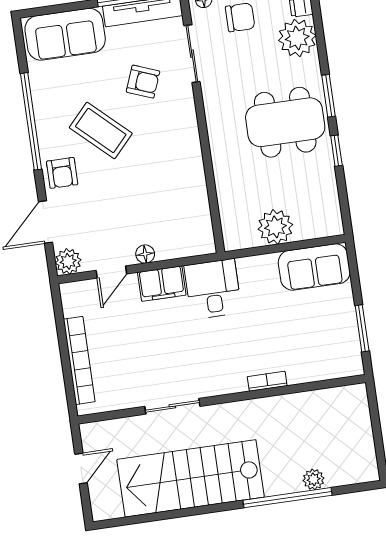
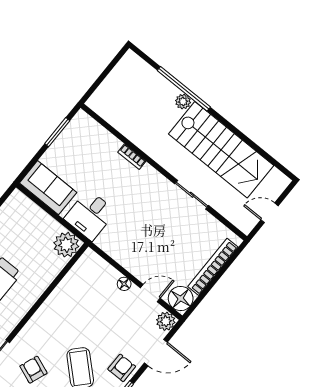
plant: (275, 227) -> (66, 245), moved
filing cabinet: (162, 284) -> (132, 261), removed
desk: (213, 289) -> (90, 215), moved
floor lamp: (77, 298) -> (181, 298), added
plant: (314, 479) -> (183, 102), moved

